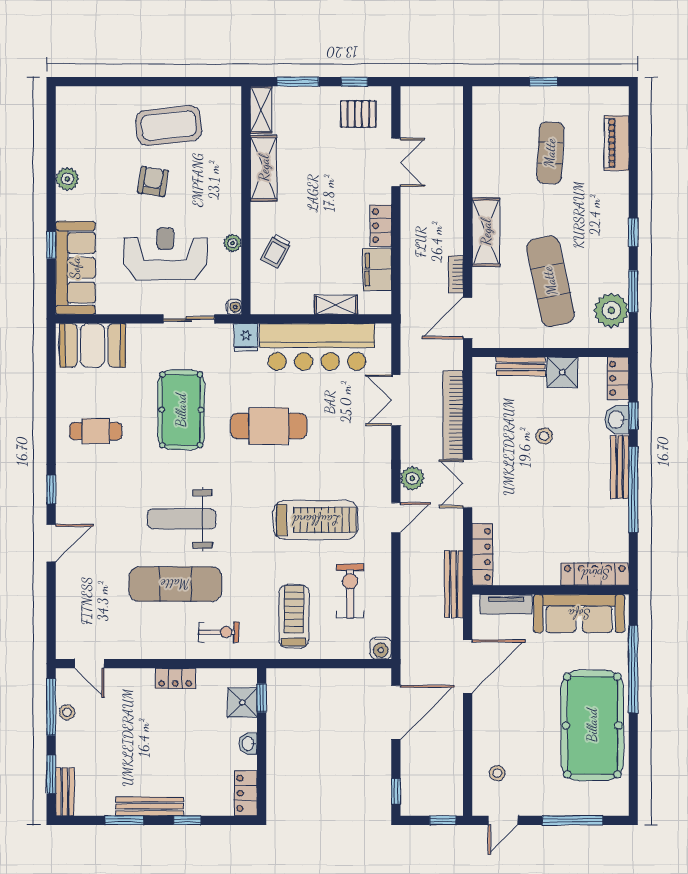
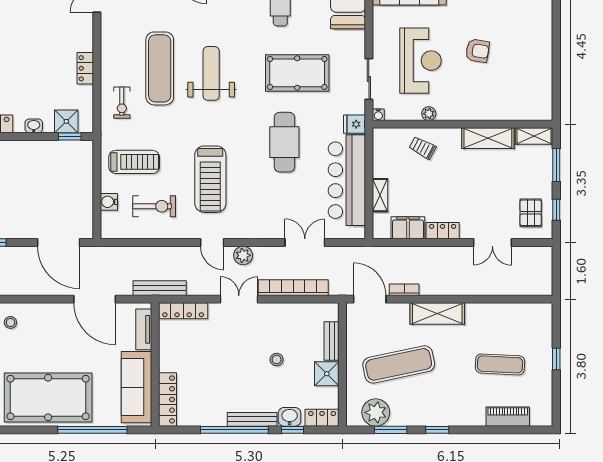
coffee table: (169, 126) -> (522, 63), removed
water cooler: (381, 648) -> (109, 202), moved

